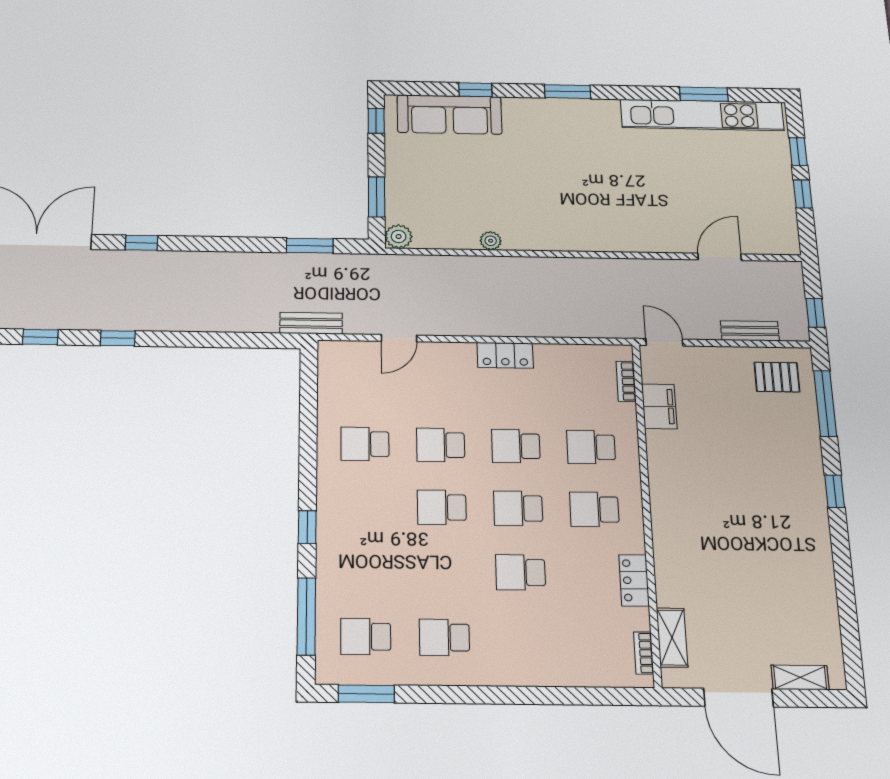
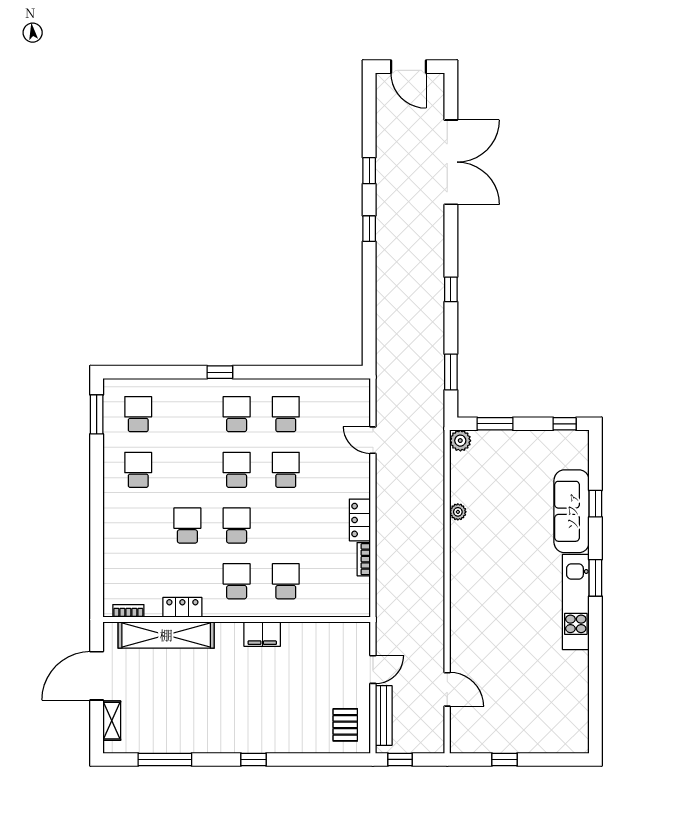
window: (704, 94) -> (595, 688), removed
sofa: (449, 115) -> (572, 511), moved
kitchen unit: (702, 115) -> (576, 602), moved, width x0.73
window: (798, 152) -> (543, 759), removed
window: (142, 243) -> (451, 289), moved
bench: (311, 323) -> (384, 374), removed
bench: (750, 331) -> (384, 715), width x1.36
door: (664, 342) -> (373, 670), moved
bookcase: (626, 381) -> (364, 559), moved, turned -90
window: (825, 403) -> (165, 759), moved
filing cabinet: (659, 406) -> (262, 634), moved
school desk: (516, 446) -> (237, 414), moved
window: (306, 616) -> (153, 372), removed
shelving: (672, 638) -> (166, 635), width x2.20, depth x1.33

